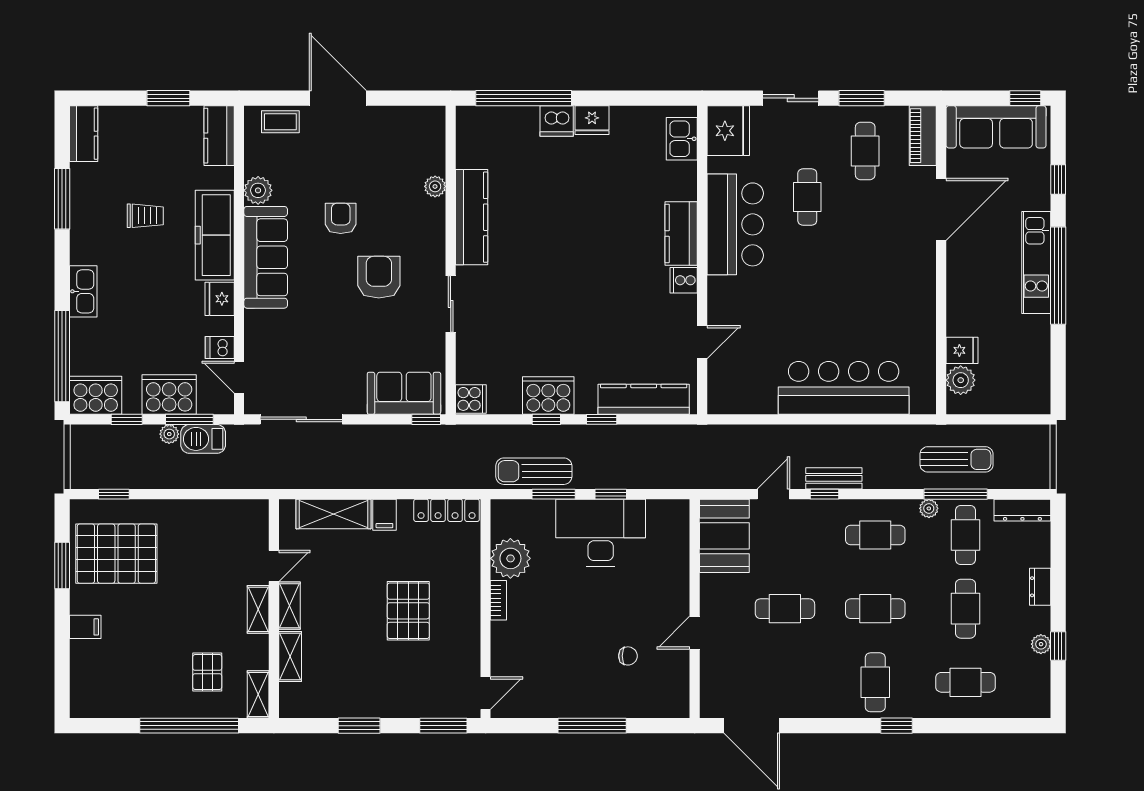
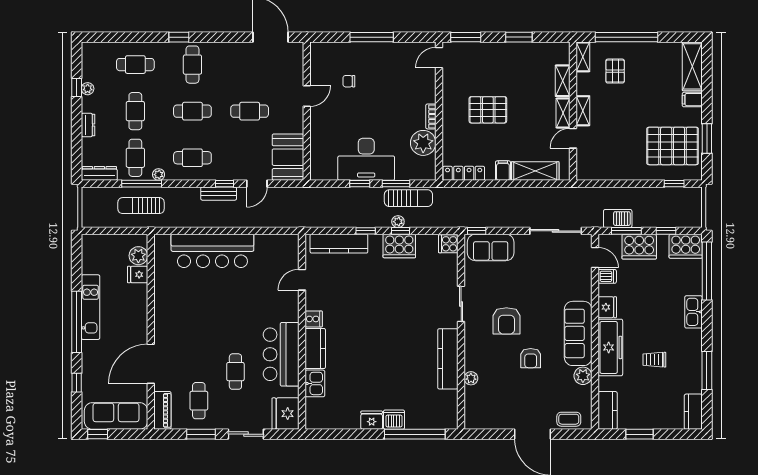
kitchen sink: (682, 139) -> (315, 383), moved
kitchen unit: (1036, 262) -> (91, 307), moved
plant: (169, 434) -> (398, 222), moved
pallet: (408, 611) -> (488, 110), turned 90
shelving: (85, 679) -> (692, 66), added

